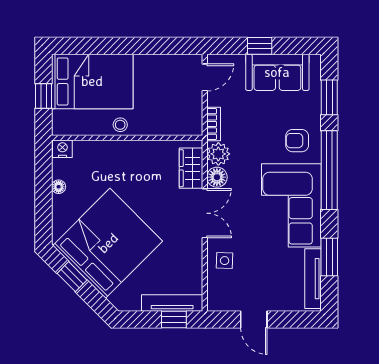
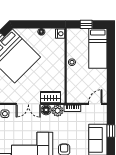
door: (205, 77) -> (95, 104), swing flipped
bed: (92, 81) -> (98, 48), width x0.67

